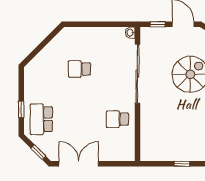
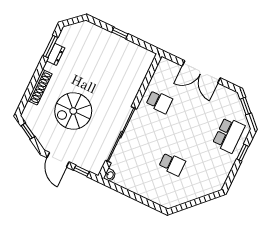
double door: (79, 164) -> (201, 72), moved

